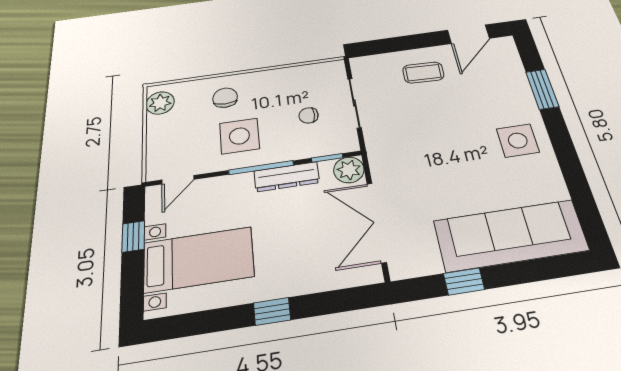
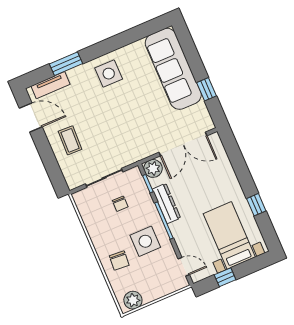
tv unit: (512, 65) -> (51, 85), added
chair: (225, 98) -> (119, 261), turned -86
window: (272, 311) -> (256, 205), moved

